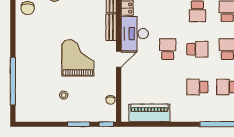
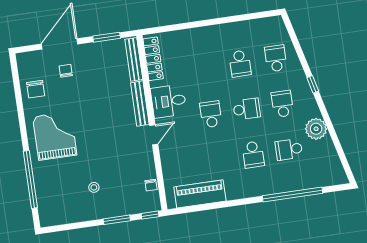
bench: (111, 27) -> (140, 104), width x1.36
desk: (135, 34) -> (169, 101), width x0.73
grand piano: (78, 58) -> (55, 136), moved
school desk: (197, 87) -> (253, 155), turned -90

